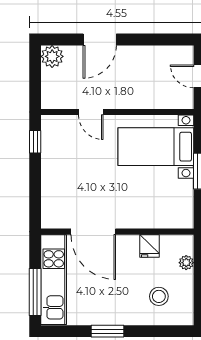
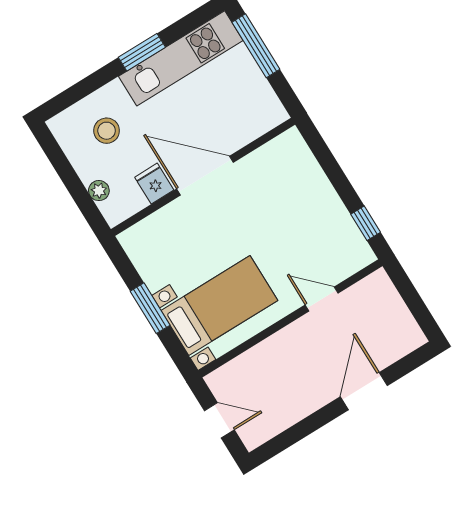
plant: (52, 56) -> (408, 336), removed
door: (93, 232) -> (205, 176), moved
kitchen unit: (54, 280) -> (181, 58), moved, turned -90

